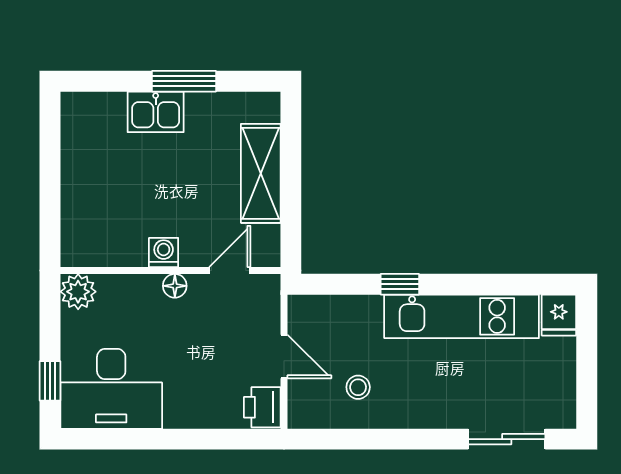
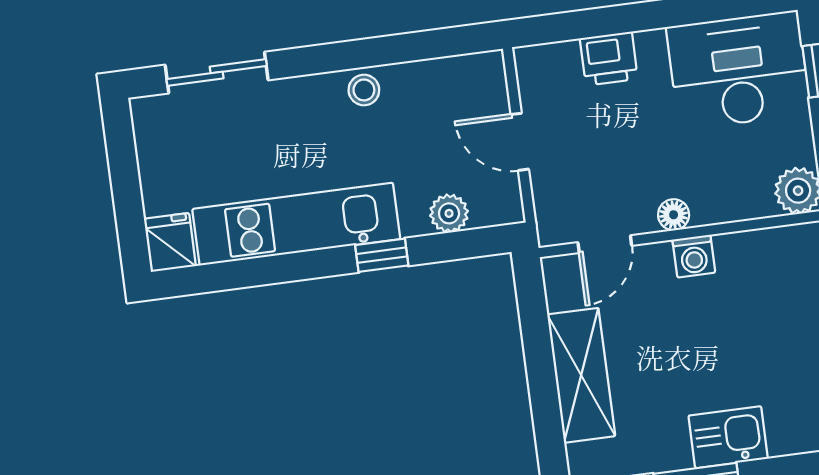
plant: (345, 309) -> (449, 213), added
stool: (358, 387) -> (364, 90), moved
printer: (262, 407) -> (609, 59), moved, turned 90

